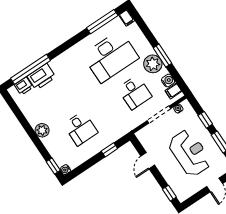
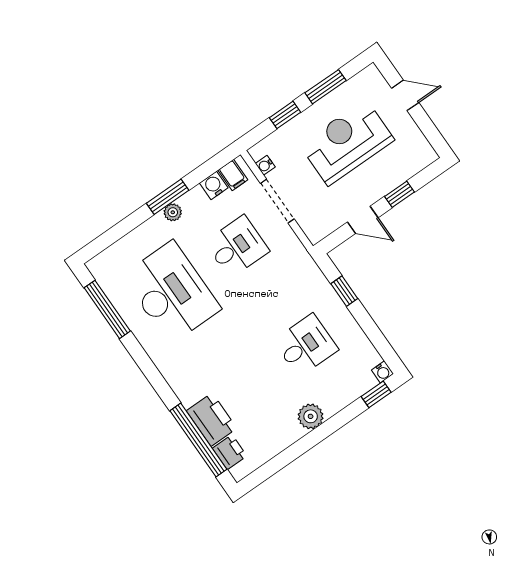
filing cabinet: (127, 18) -> (99, 264), removed
plant: (153, 64) -> (173, 212), width x0.53, depth x0.53
window: (169, 193) -> (400, 194), moved

